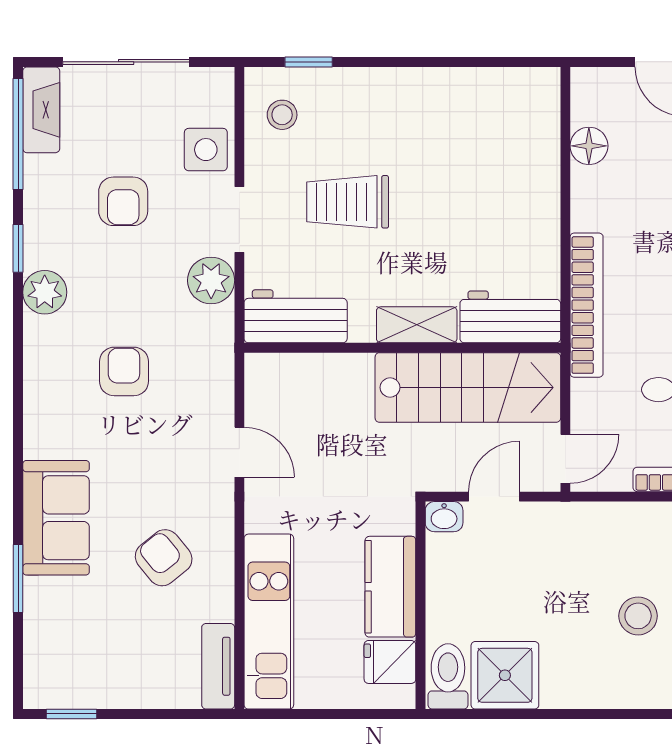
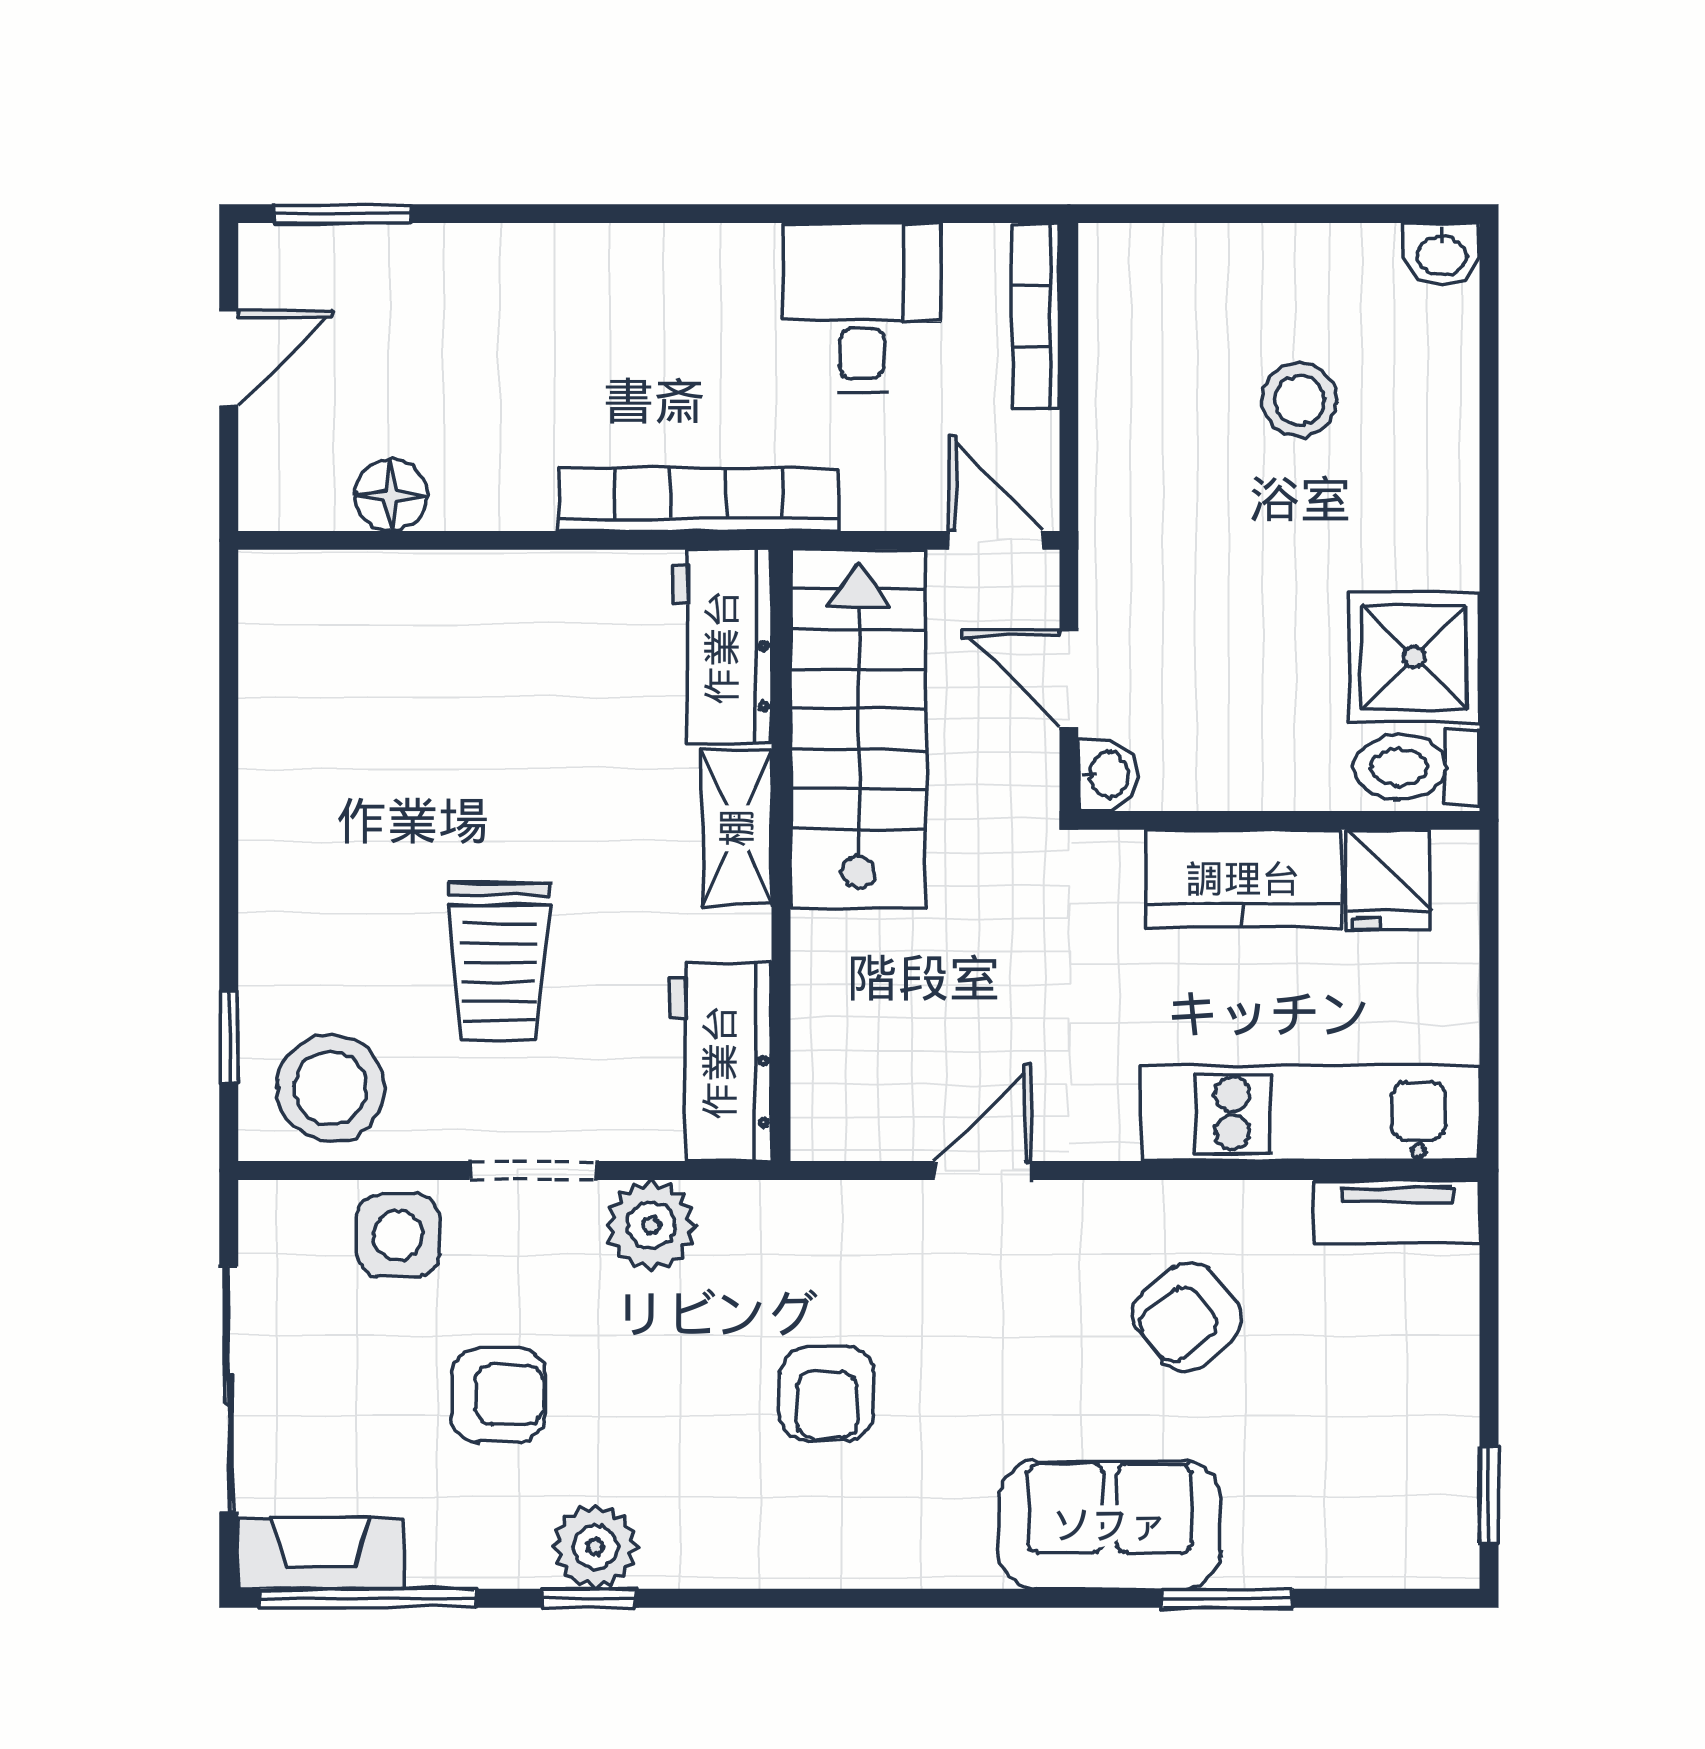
stool: (282, 115) -> (331, 1088), width x1.89, depth x1.89
plant: (45, 292) -> (595, 1547), moved
armchair: (124, 371) -> (827, 1393), turned -90

